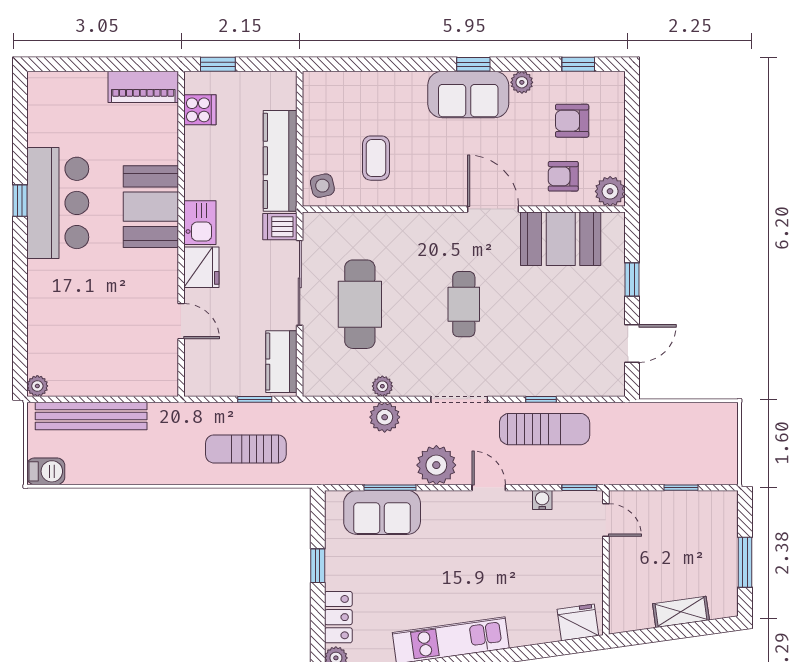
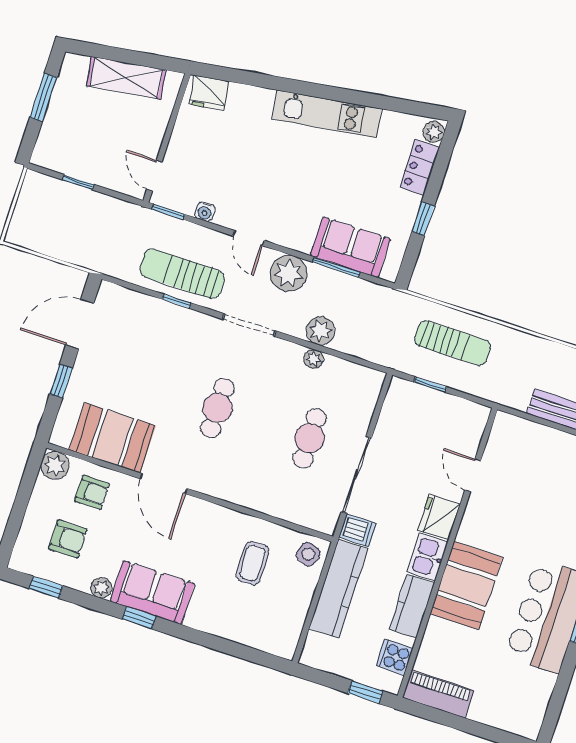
side table: (322, 186) -> (308, 554), turned 34
cafe table: (360, 304) -> (310, 438), width x0.73, depth x0.74
door: (632, 344) -> (80, 324), width x1.38
kitchen counter: (281, 362) -> (412, 606), moved, turned 180
shelving: (681, 612) -> (126, 78), width x1.50, depth x1.33

